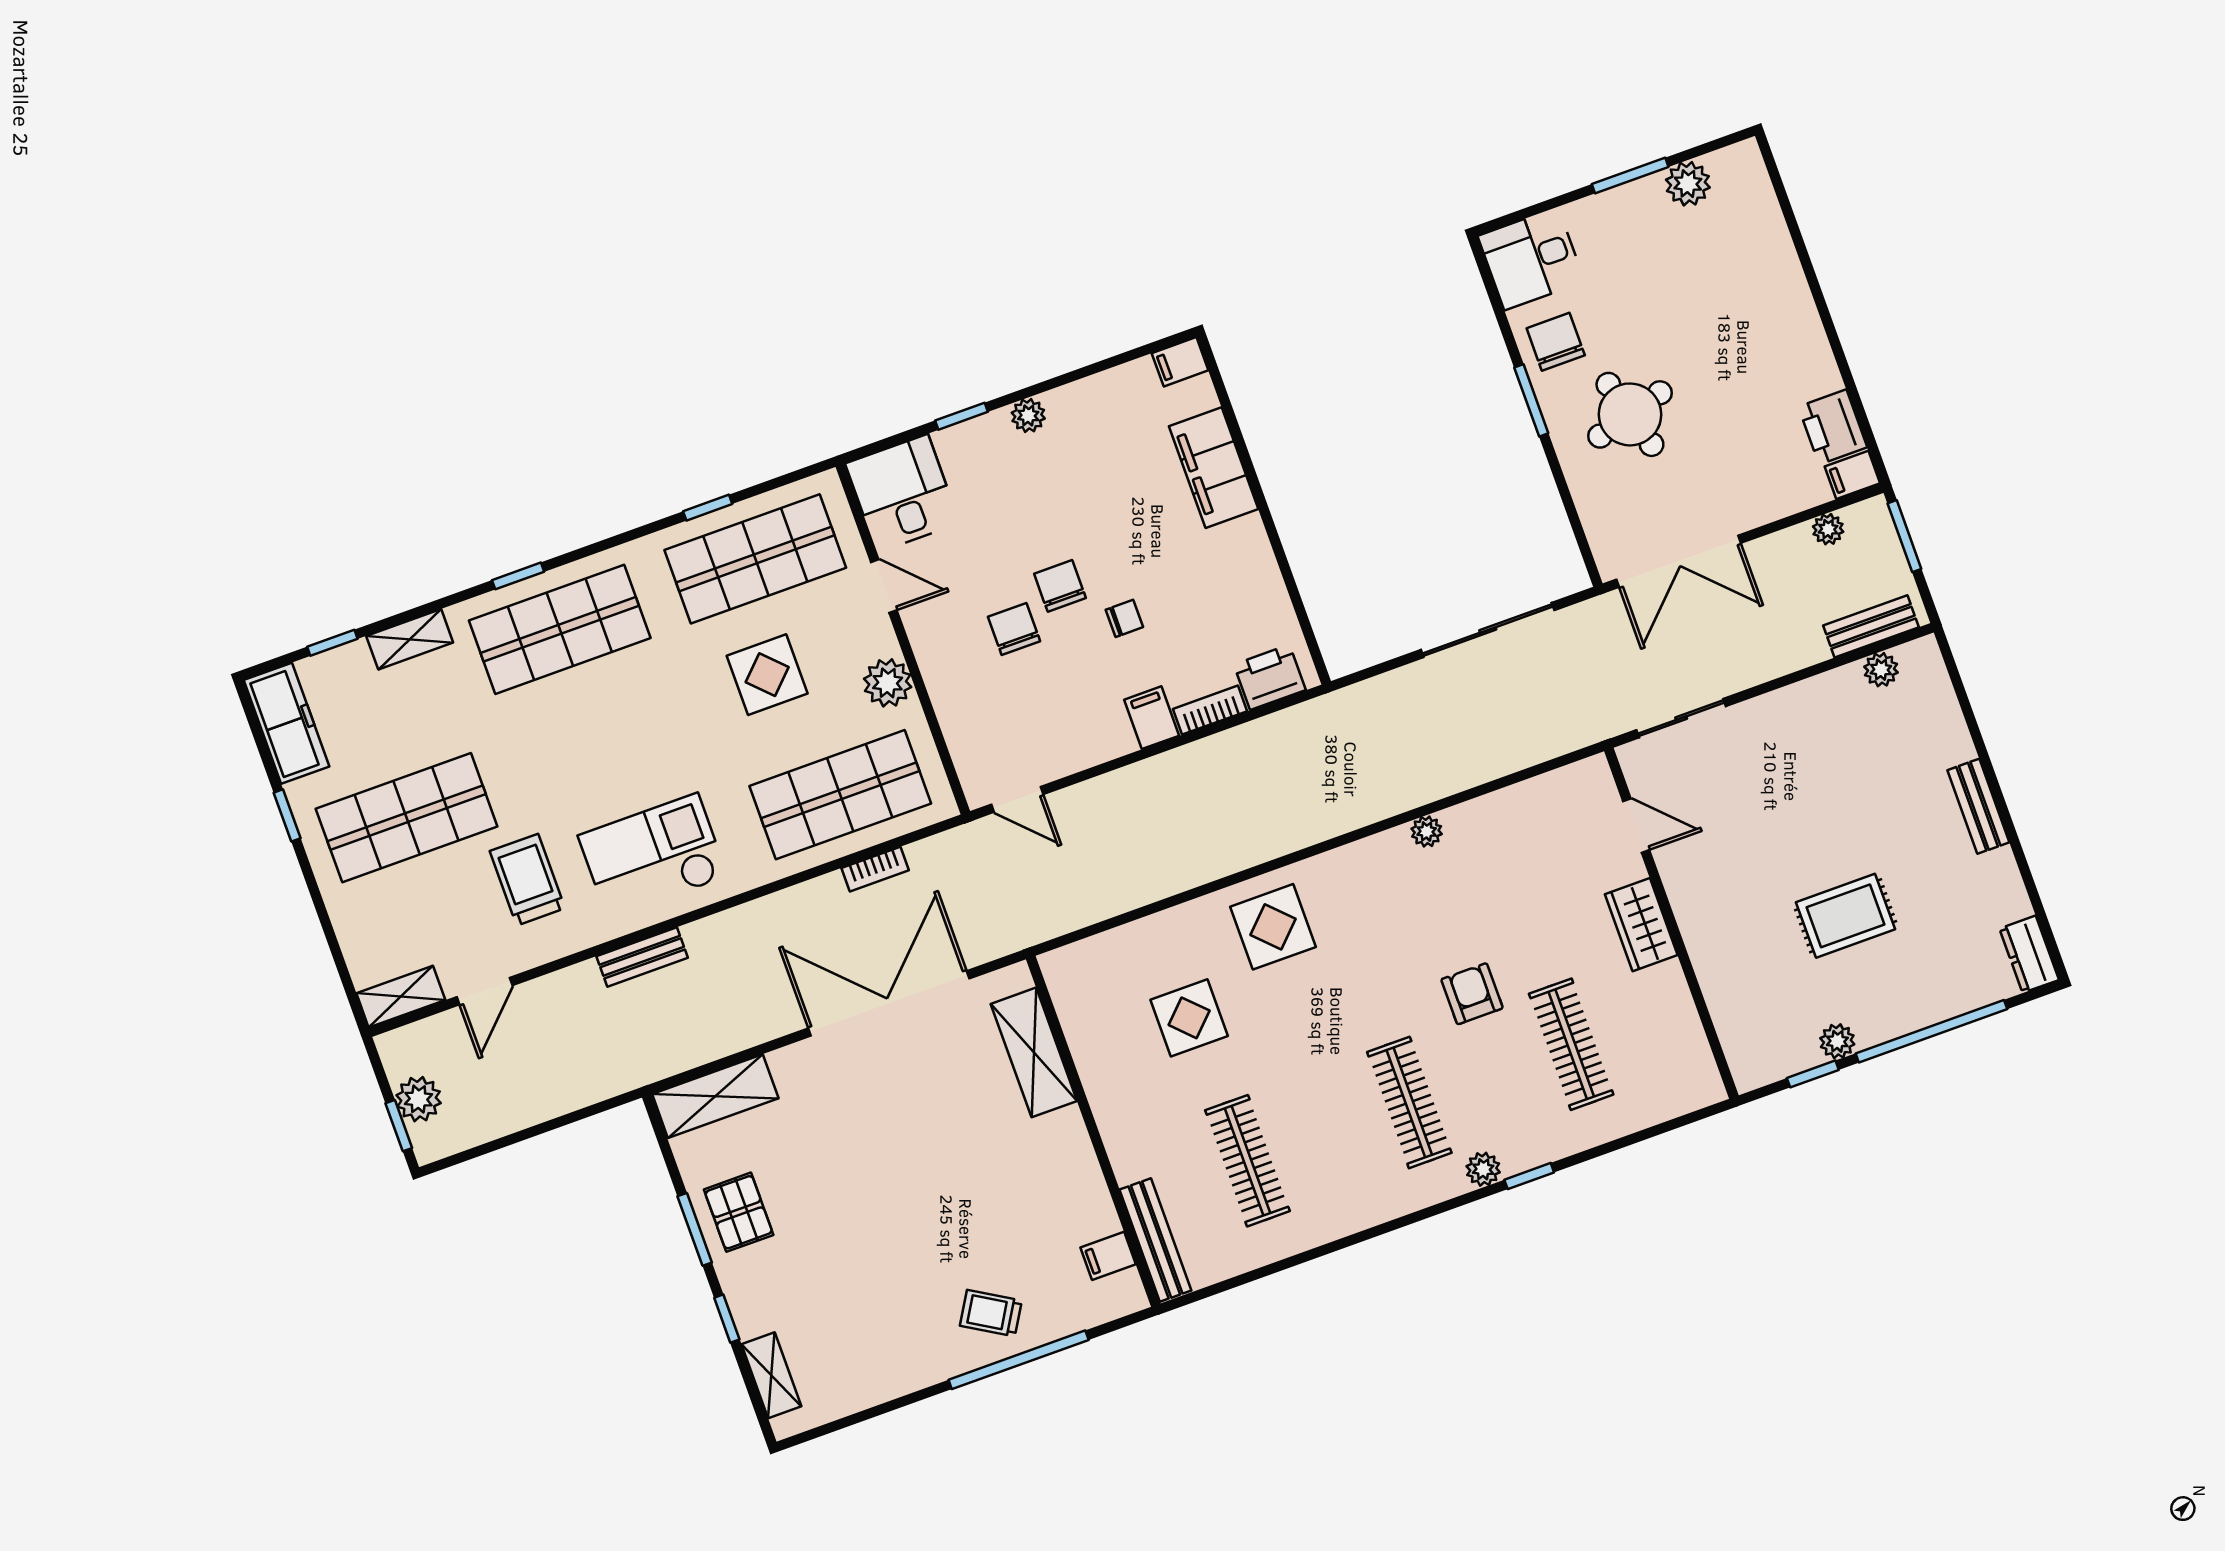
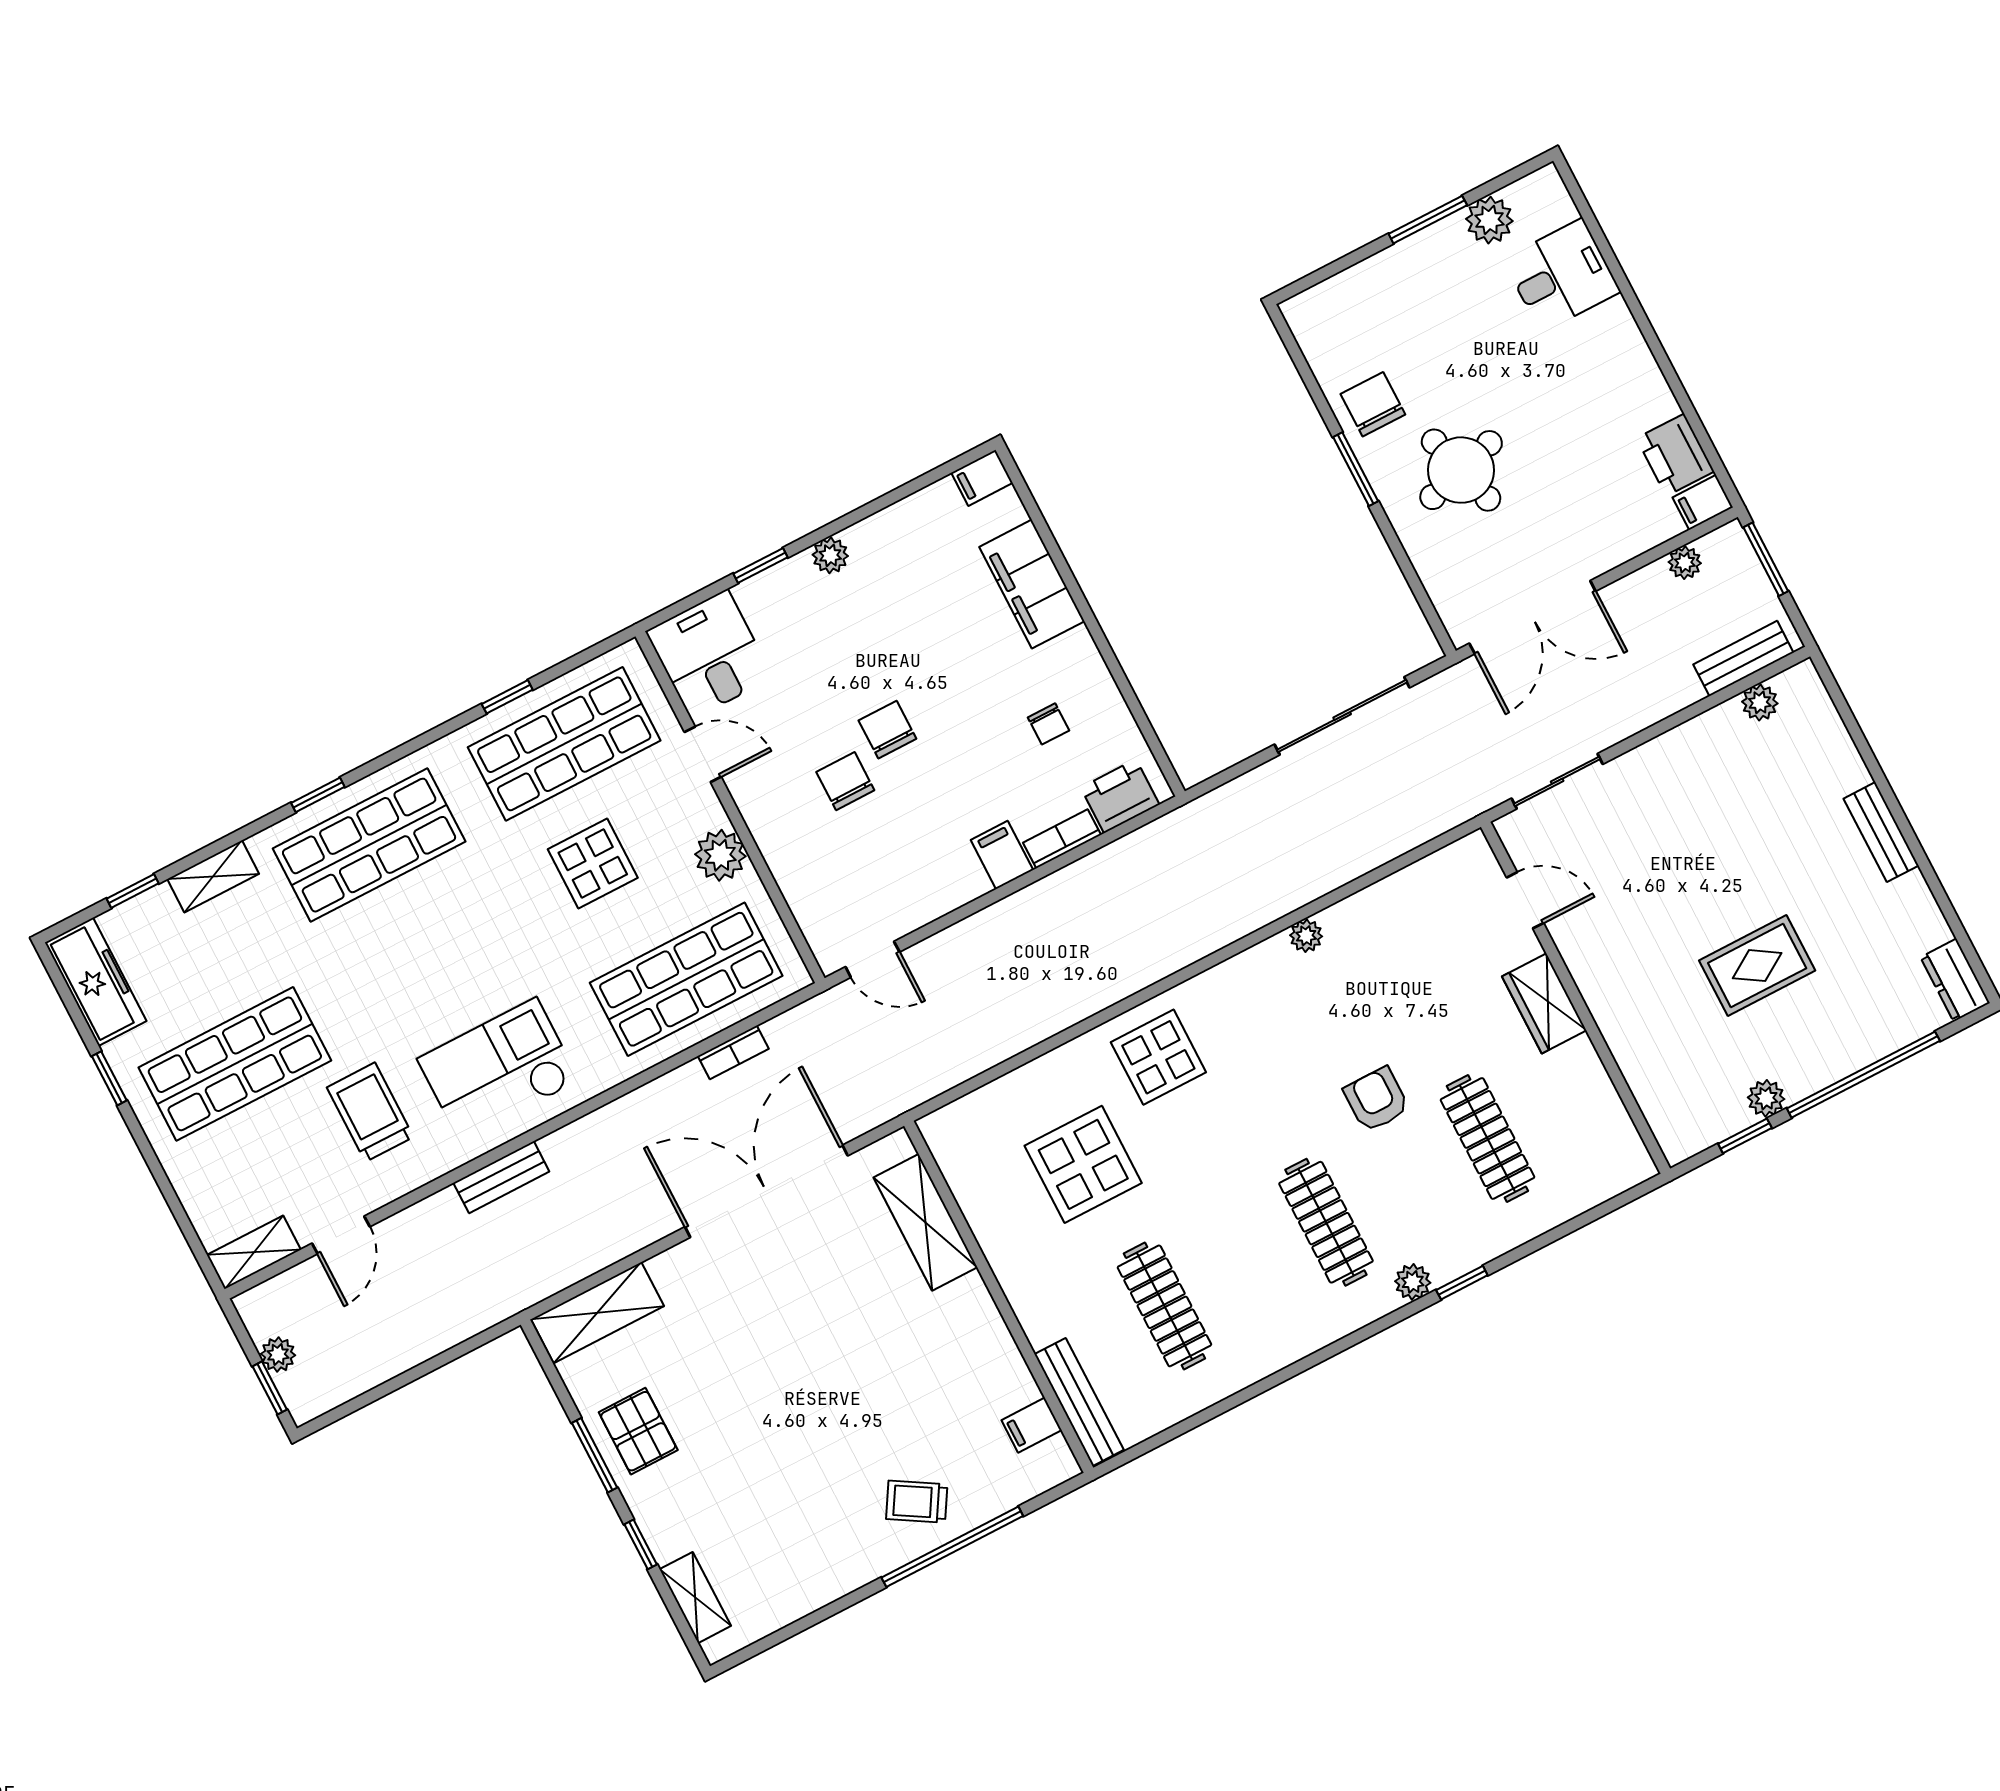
desk: (1531, 259) -> (1562, 275), moved, turned 180
chair: (1124, 618) -> (1048, 724), moved, turned 90
display table: (1189, 1018) -> (1083, 1164), width x1.36, depth x1.36
plant: (419, 1099) -> (278, 1355), width x0.73, depth x0.73

